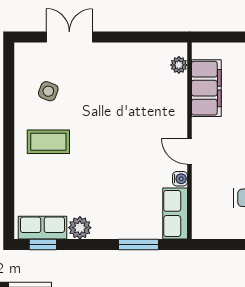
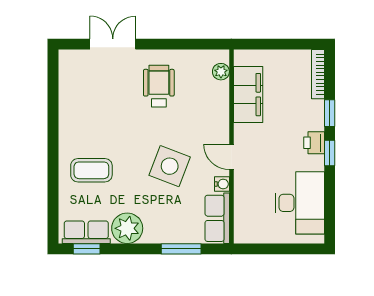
wheelchair: (116, 80) -> (159, 86), added
side table: (48, 91) -> (170, 166), moved, width x1.87, depth x1.87
coffee table: (48, 142) -> (91, 170), moved
plant: (80, 228) -> (127, 228), width x1.36, depth x1.36

